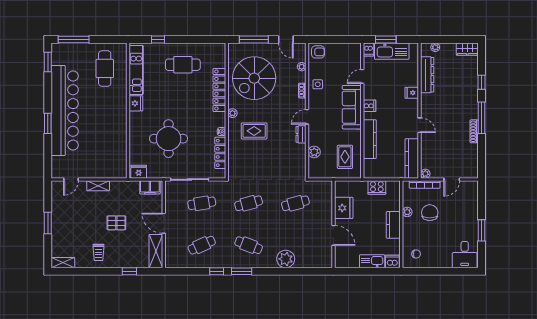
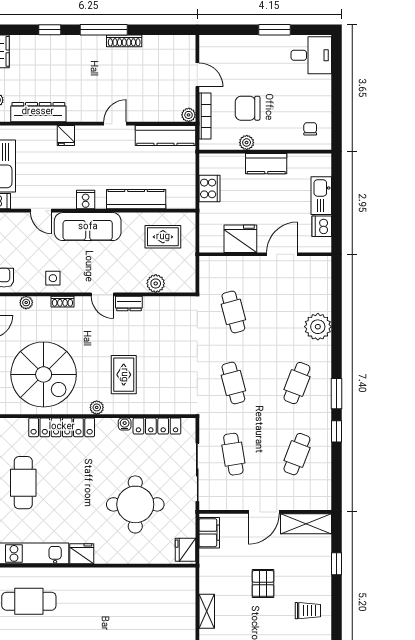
cafe table: (202, 245) -> (297, 454), turned 45
dishwasher: (392, 261) -> (322, 226), moved

